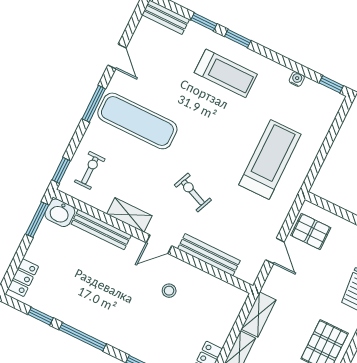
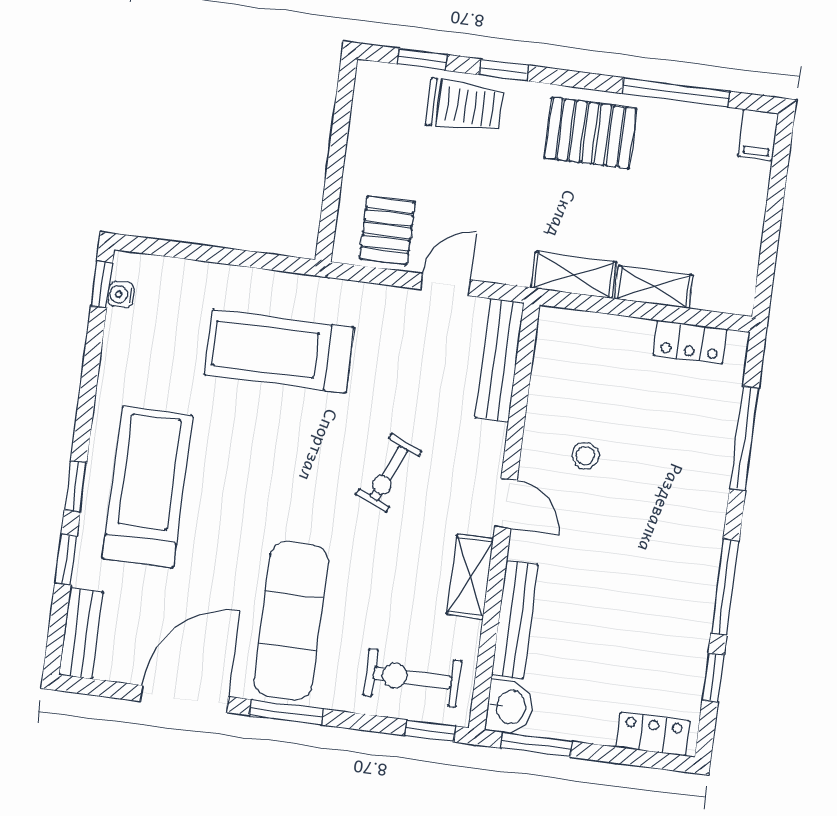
door: (117, 56) -> (184, 699), width x1.87
treadmill: (226, 73) -> (148, 487), width x1.37, depth x1.38
water cooler: (297, 79) -> (121, 295), moved
exercise bike: (90, 170) -> (412, 678), width x1.38, depth x1.39
bench: (209, 255) -> (500, 360), moved

